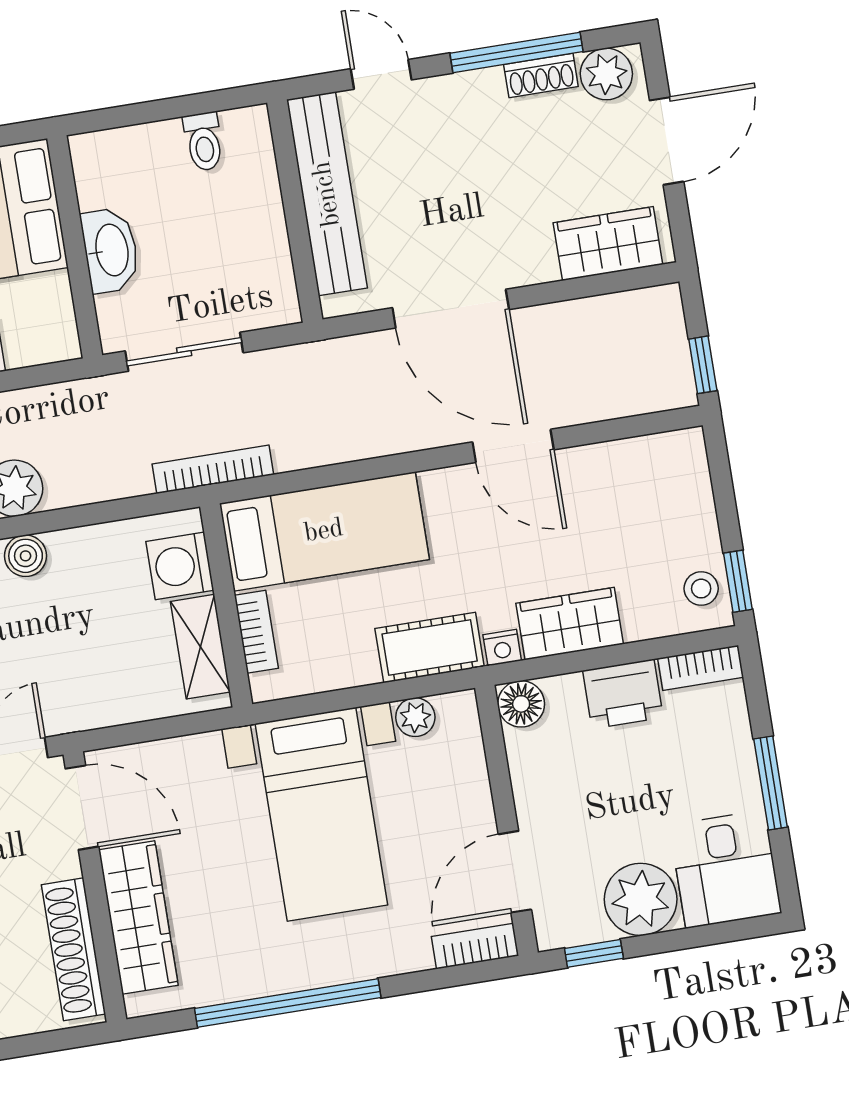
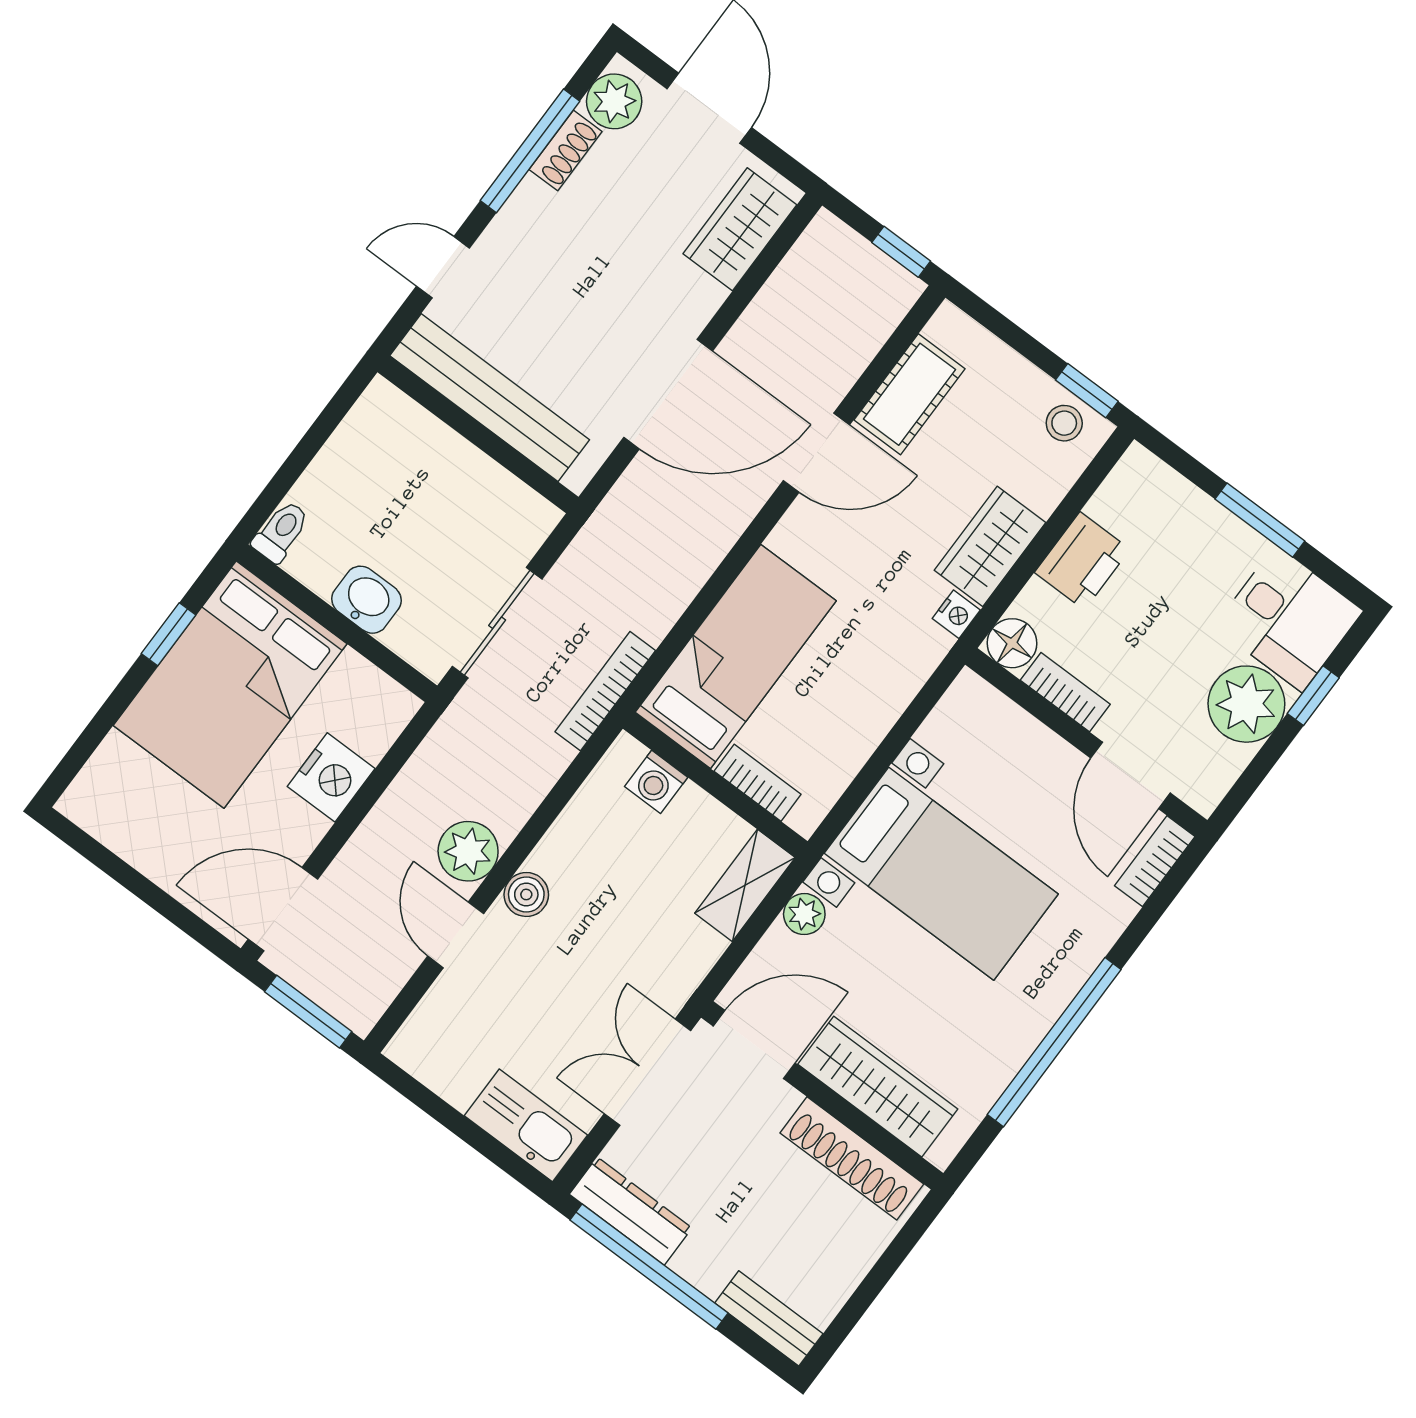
toilet: (204, 142) -> (281, 532), moved, turned -90
washbasin: (110, 250) -> (366, 600), width x0.72
washing machine: (180, 566) -> (656, 782), width x0.73, depth x0.73
shelving: (200, 647) -> (745, 885), moved, turned 90
cot: (430, 647) -> (909, 394), moved
bookcase: (701, 668) -> (1065, 692), moved, turned -90
plant: (415, 717) -> (804, 914), moved
window: (594, 953) -> (1313, 696), moved

